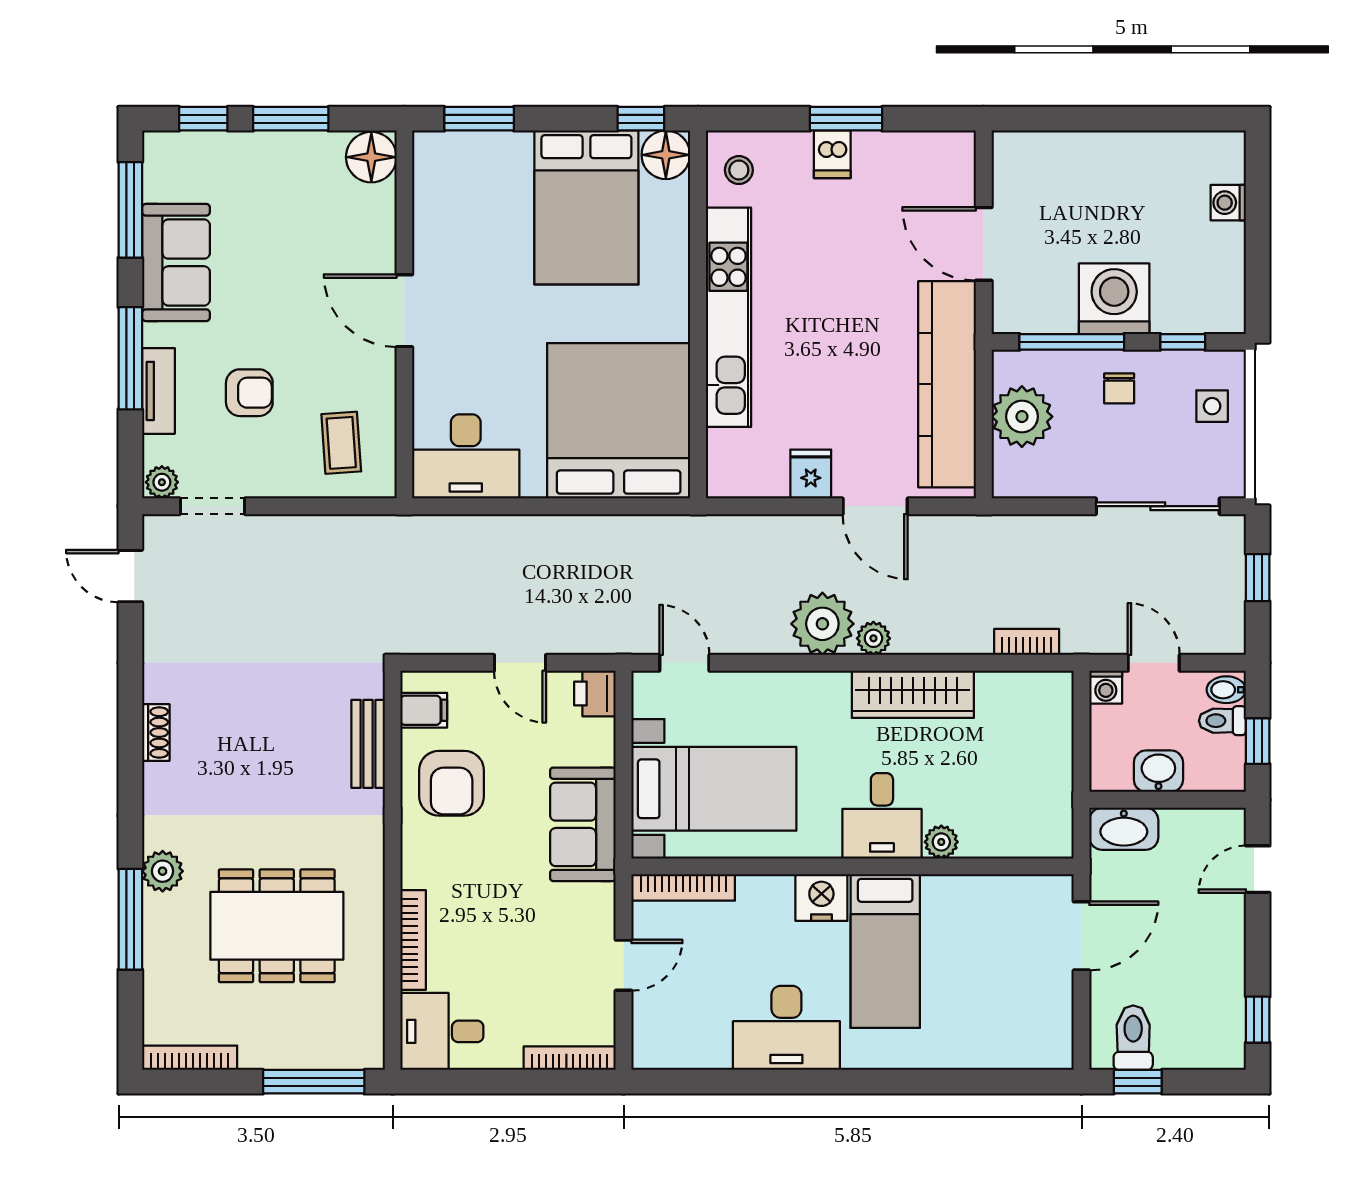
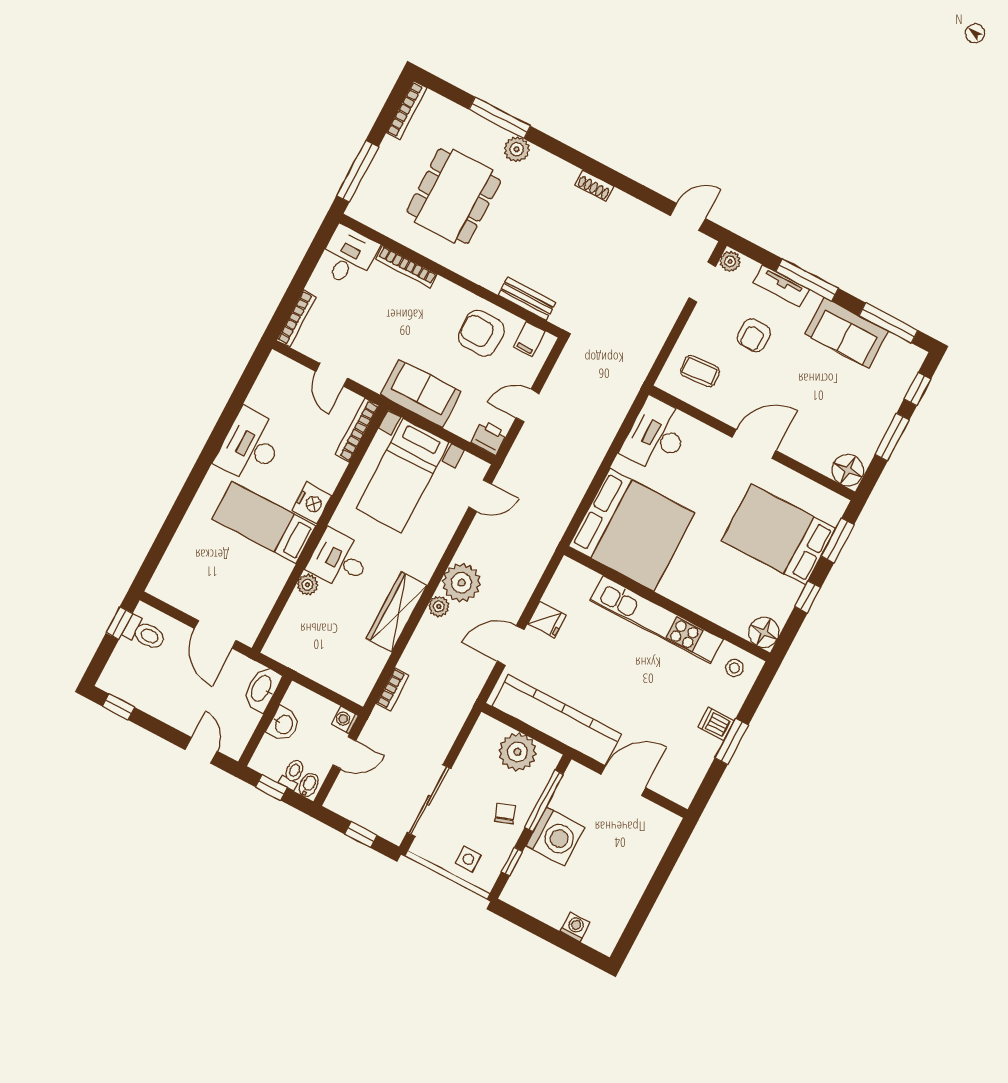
window: (641, 119) -> (808, 597), moved
bed: (586, 207) -> (779, 534), moved
chair: (1119, 388) -> (505, 813), turned 70

